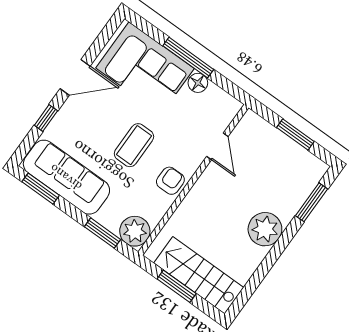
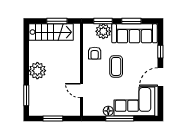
armchair: (170, 181) -> (95, 53), moved
window: (41, 189) -> (131, 21), moved
plant: (135, 231) -> (103, 31), moved

